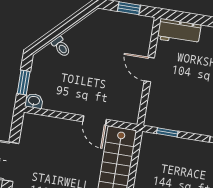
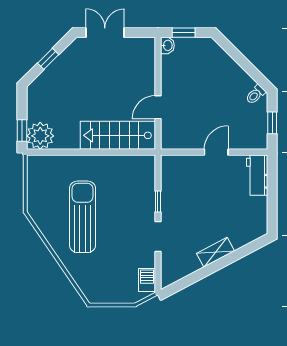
toilet: (61, 47) -> (255, 94), moved
window: (167, 132) -> (158, 202), moved

